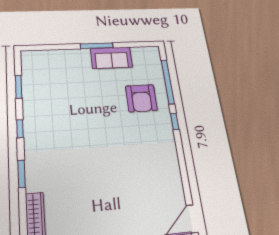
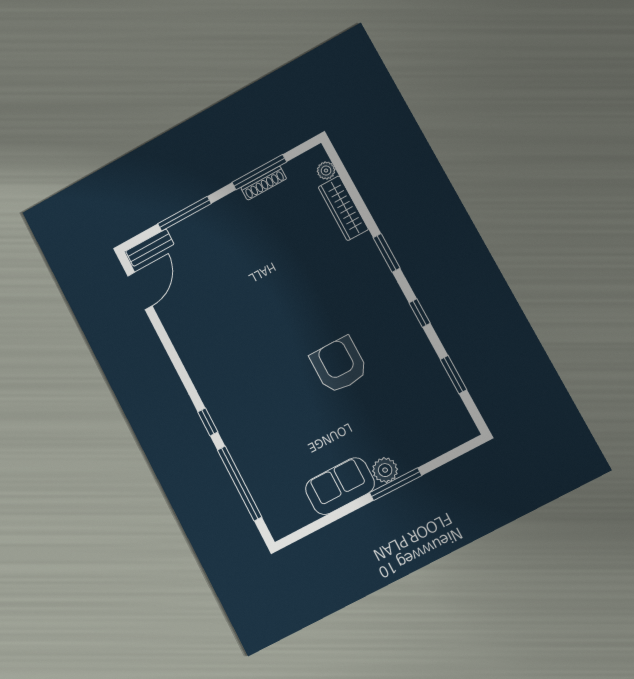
window: (97, 46) -> (396, 484), moved
plant: (83, 55) -> (385, 470), added
armchair: (141, 98) -> (339, 365), moved

